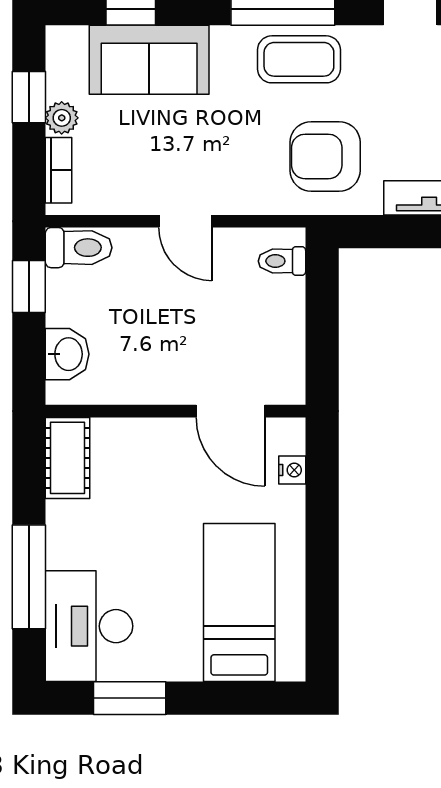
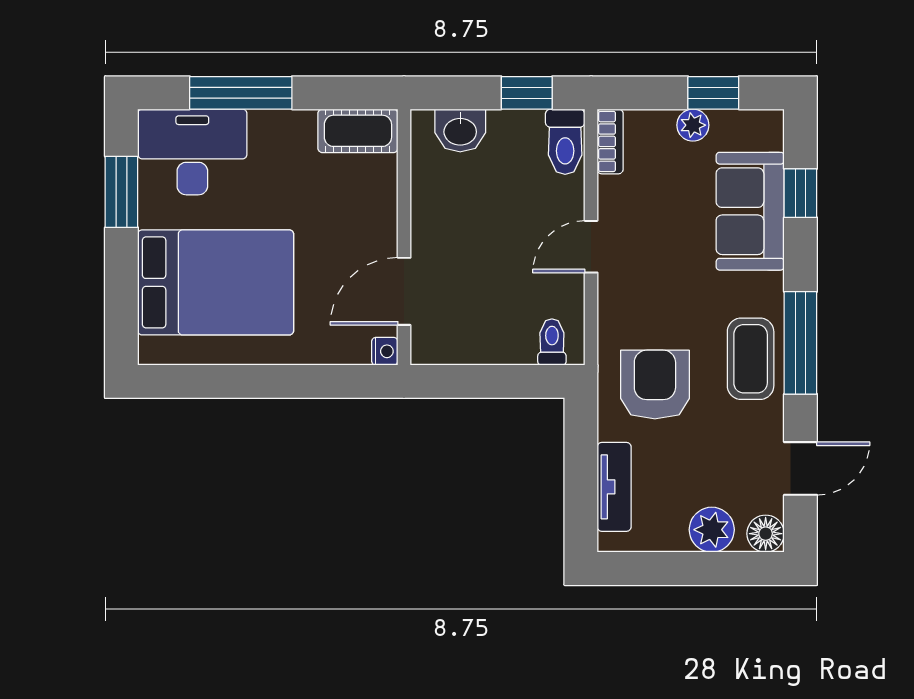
bookcase: (59, 170) -> (610, 141), moved, turned -90
nightstand: (292, 470) -> (385, 351), moved, turned -90
bed: (239, 602) -> (216, 282), width x1.50

